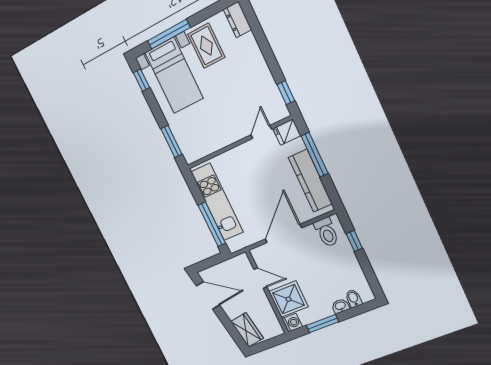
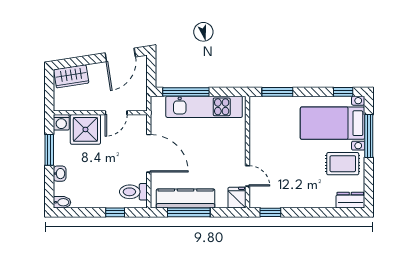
window: (315, 155) -> (189, 212), moved
bidet: (354, 298) -> (62, 202), moved

